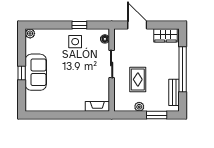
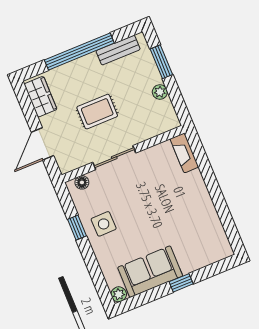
sofa: (36, 72) -> (150, 272), moved
rug: (138, 79) -> (97, 112), moved

